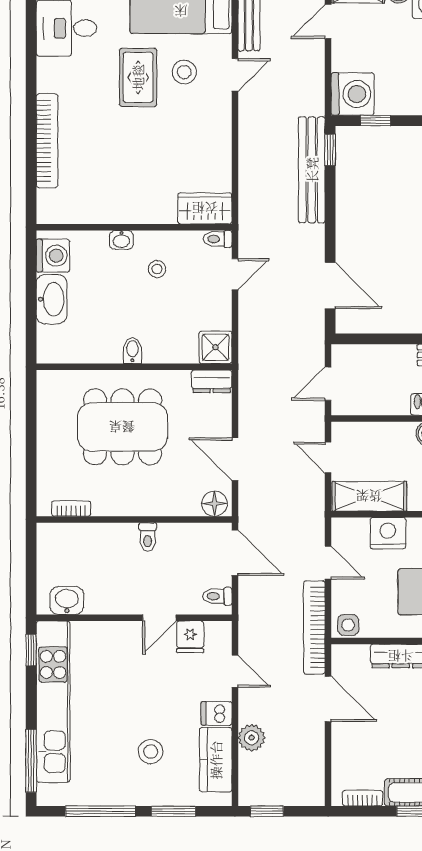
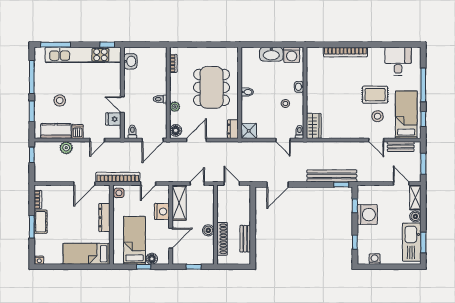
washing machine: (353, 94) -> (367, 215), moved, turned -90
plant: (164, 506) -> (175, 107), added

